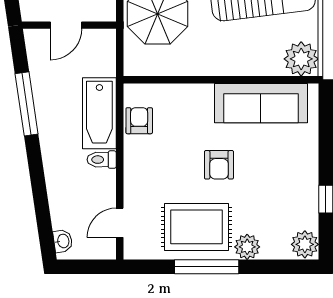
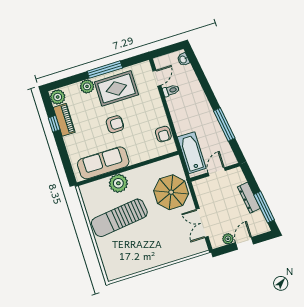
plant: (301, 59) -> (118, 183), moved
bathtub: (99, 113) -> (192, 153), moved
toilet: (102, 160) -> (171, 90), moved
armchair: (219, 165) -> (115, 124), turned 90
piano: (306, 201) -> (64, 120), added

